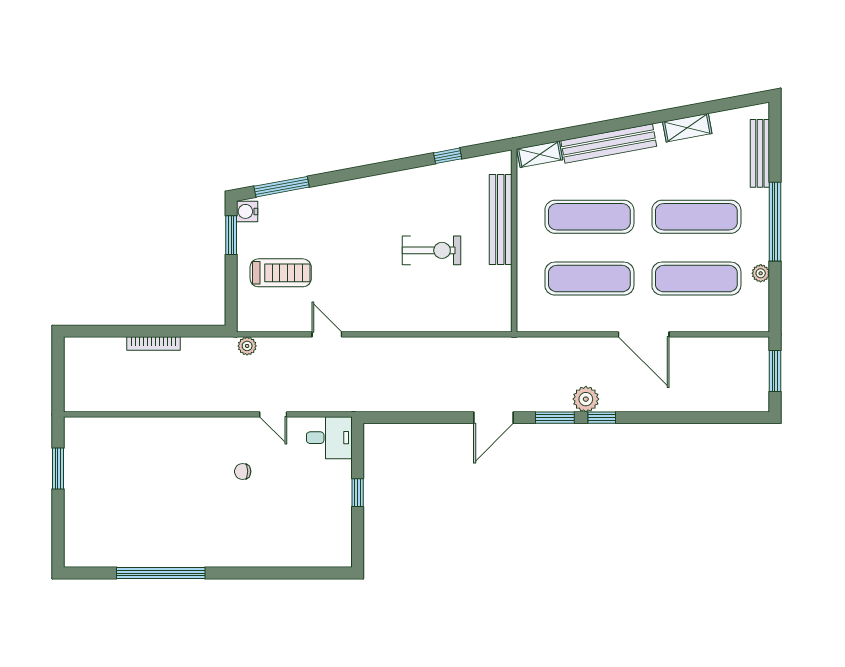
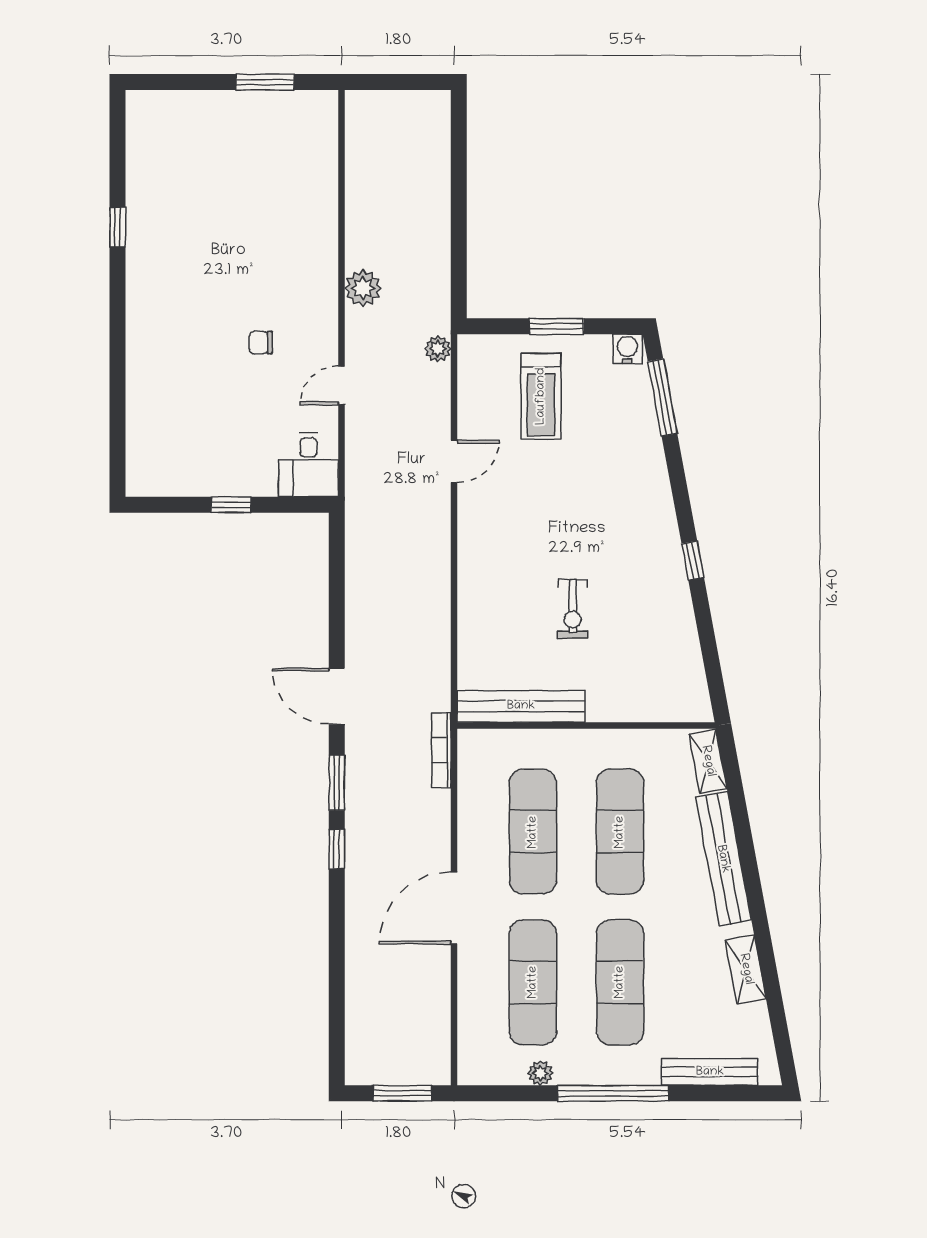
window: (448, 156) -> (693, 561), moved
bench: (501, 219) -> (521, 706), moved
window: (231, 235) -> (556, 326), moved
exercise bike: (432, 250) -> (573, 609), width x0.73, depth x0.72
bookcase: (153, 343) -> (441, 750), moved
plant: (586, 399) -> (363, 288), moved
chair: (243, 471) -> (261, 343), turned -90
window: (161, 573) -> (118, 227), width x0.32

